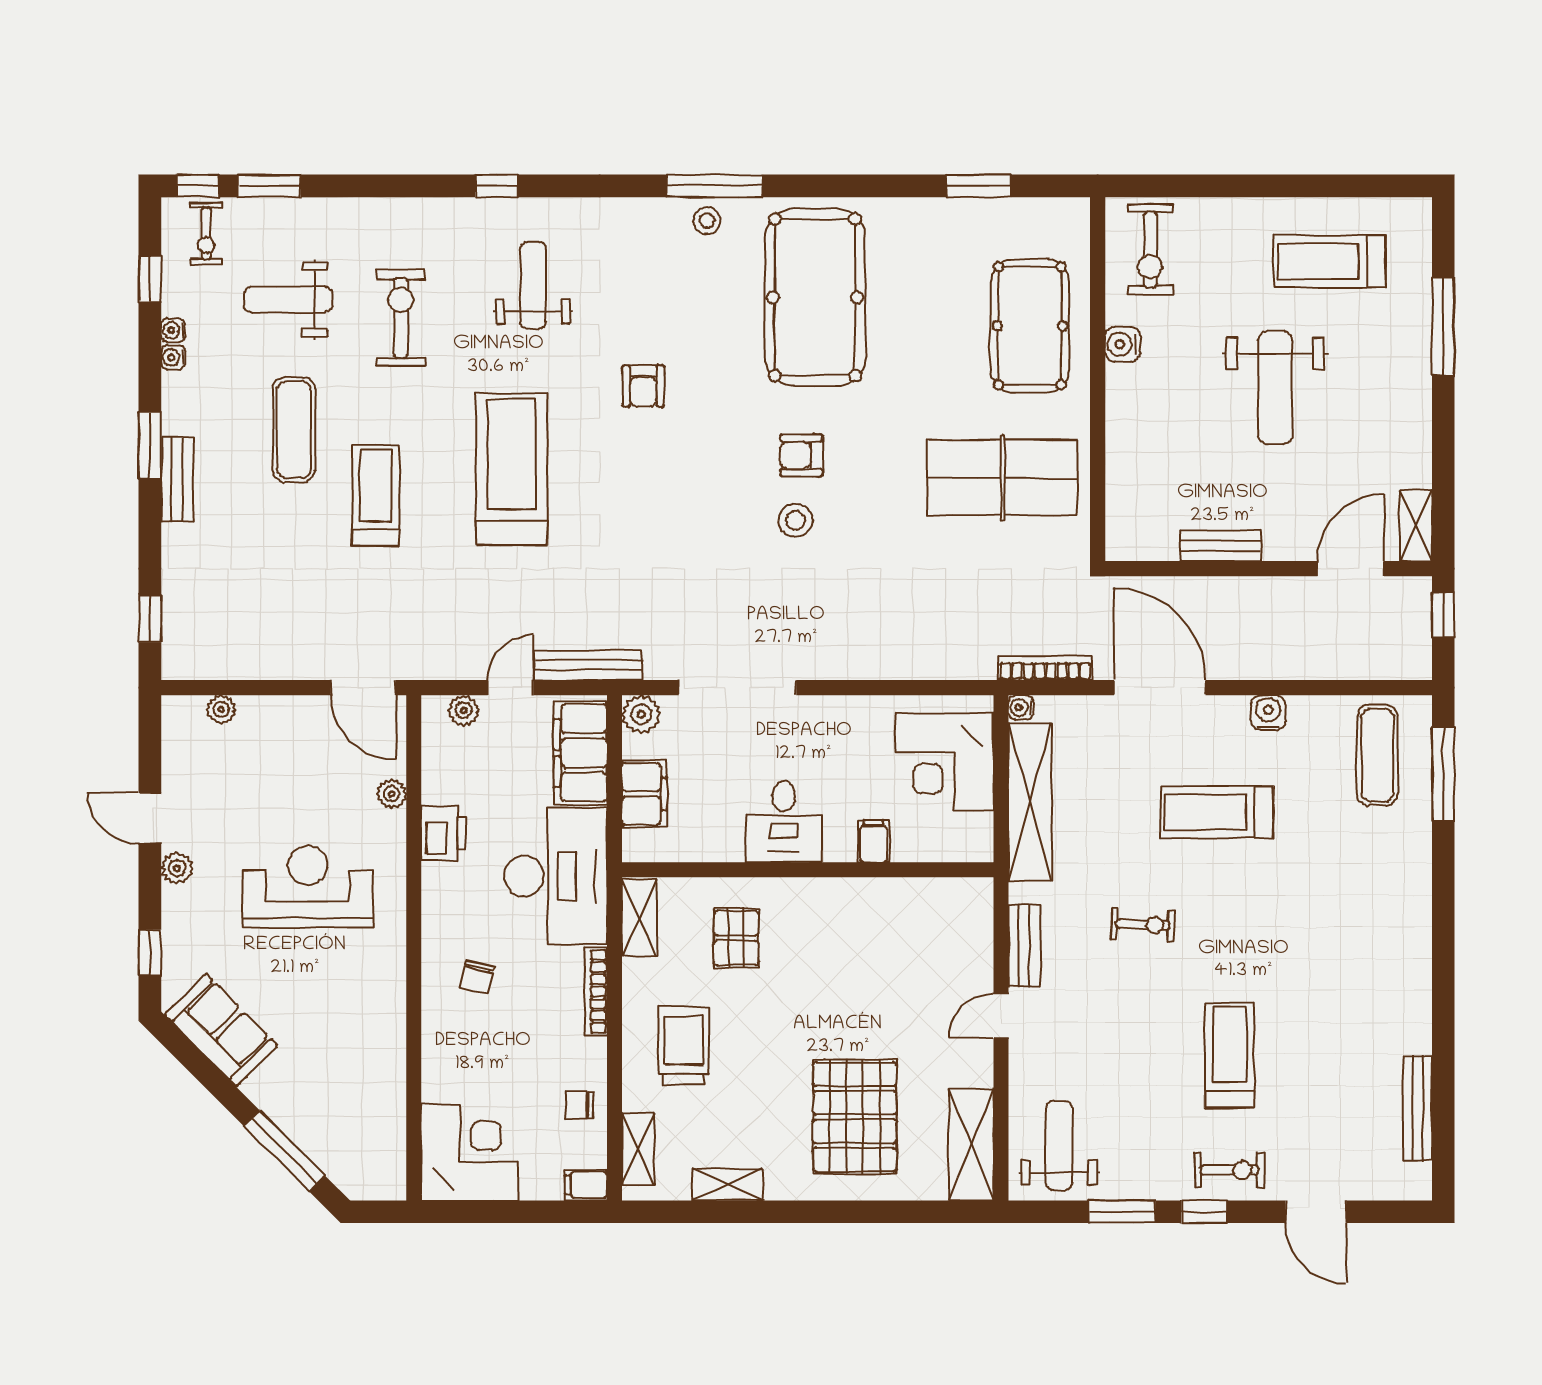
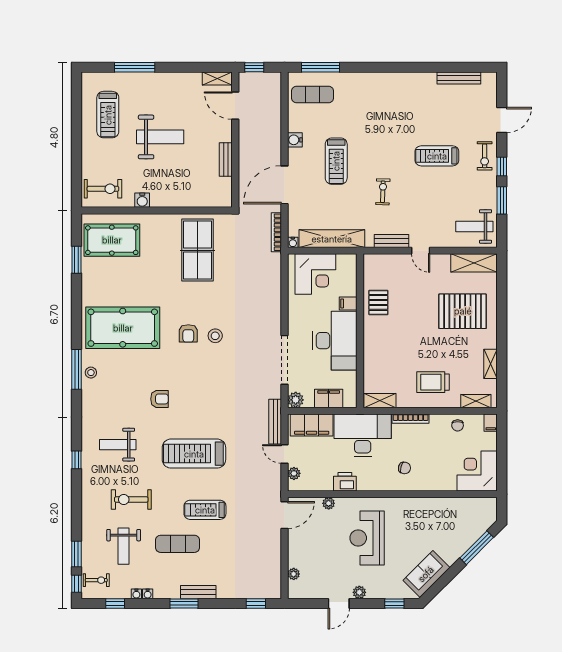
pool table: (1030, 326) -> (112, 240), moved
desk: (784, 821) -> (335, 341), width x1.87, depth x1.30
pallet: (736, 938) -> (378, 302), moved, turned 90
exercise bike: (1229, 1170) -> (485, 156), turned 180

